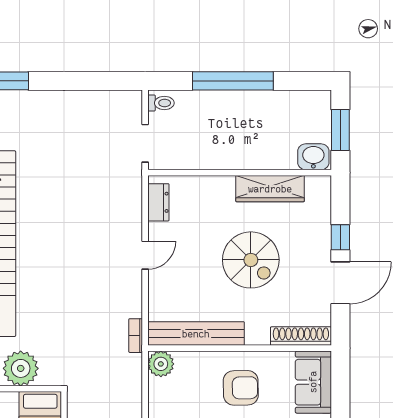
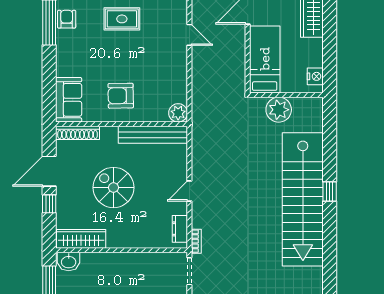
wardrobe: (270, 189) -> (81, 239), moved
bookcase: (136, 336) -> (196, 241), moved

